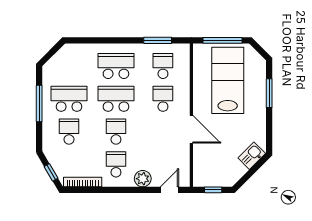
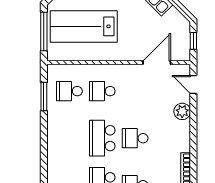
school desk: (116, 66) -> (69, 138), removed
door: (191, 129) -> (157, 63), moved
school desk: (116, 164) -> (168, 138), removed

